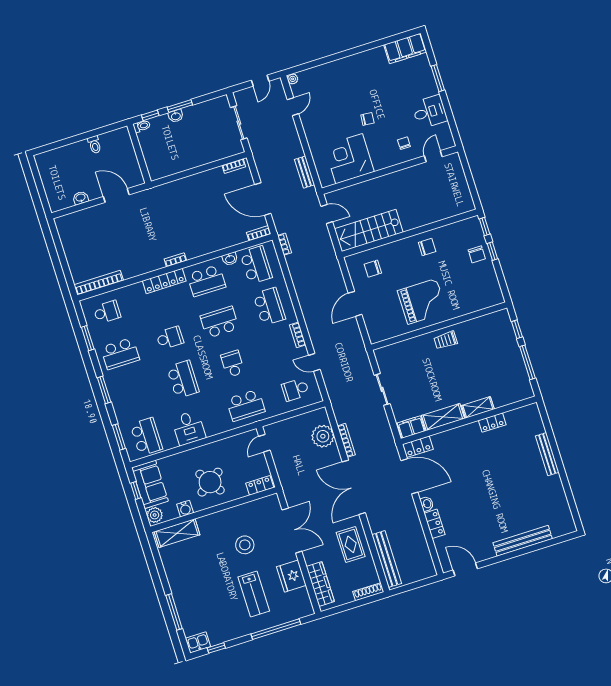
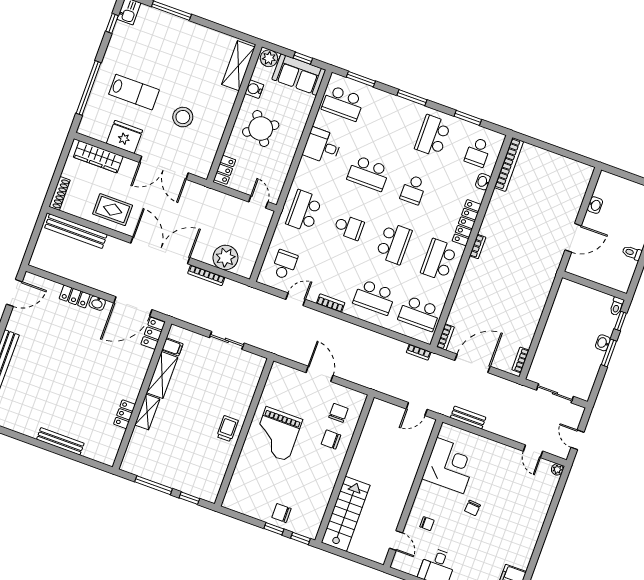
stairs: (369, 230) -> (346, 514), moved
chair: (427, 247) -> (331, 440), moved, turned 90
washbasin: (230, 259) -> (483, 182), moved
filing cabinet: (411, 427) -> (172, 347), width x0.50
lab bench: (254, 594) -> (134, 92), turned 180

